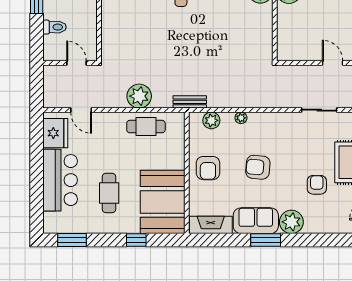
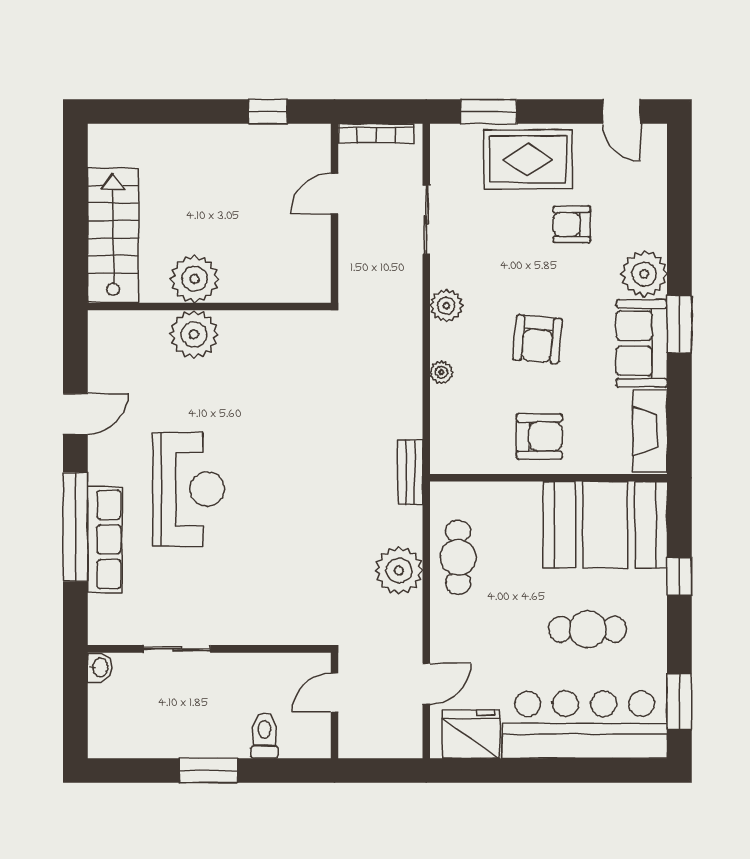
plant: (211, 120) -> (446, 306), moved
bar counter: (60, 180) -> (585, 725), width x1.36

